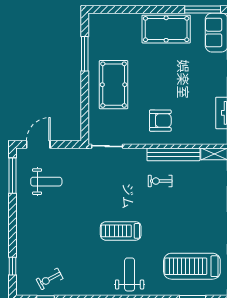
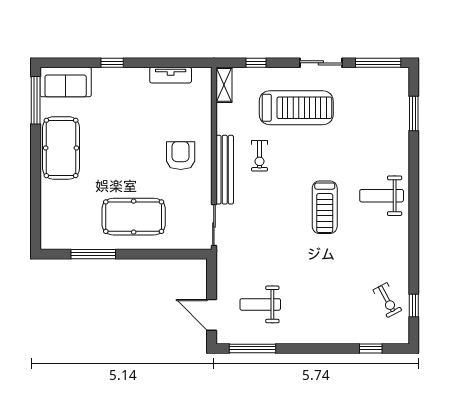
bench: (173, 154) -> (225, 170), moved
weight bench: (46, 182) -> (260, 304), turned -90
treadmill: (192, 266) -> (296, 108), moved, turned -90

